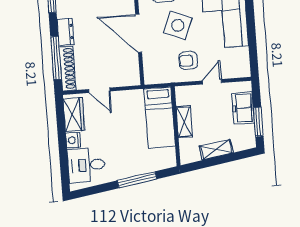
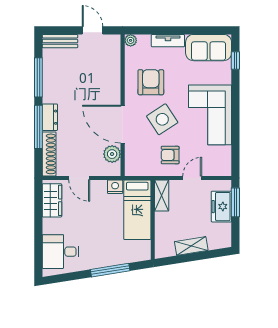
side table: (178, 26) -> (162, 119), turned 35
window: (56, 58) -> (38, 127), moved
plant: (130, 64) -> (112, 154), added
shelving: (184, 122) -> (162, 196), moved
window: (258, 122) -> (235, 202), moved
nightstand: (73, 140) -> (115, 187), moved, turned 90

